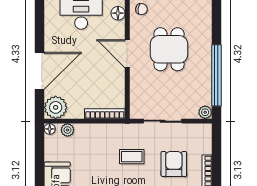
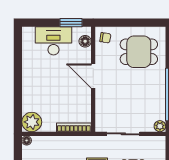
dining table: (169, 49) -> (139, 52), moved, turned 90
door: (40, 71) -> (18, 91), removed
plant: (67, 130) -> (42, 141), removed

